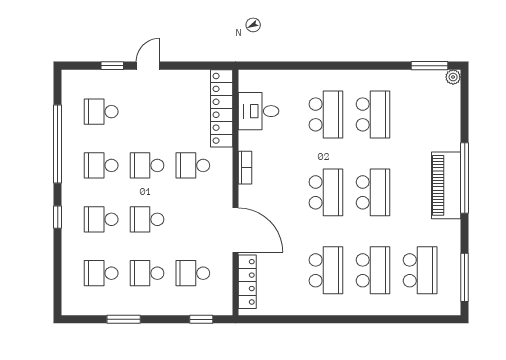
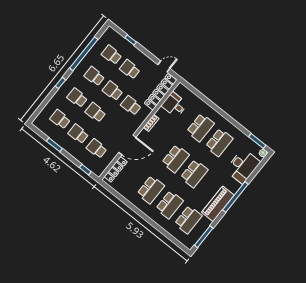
door: (148, 66) -> (164, 67), moved
school desk: (147, 112) -> (130, 69), added
desk: (438, 122) -> (243, 166), added
piano: (446, 185) -> (218, 204), moved
door: (235, 230) -> (127, 145), hinge flipped

